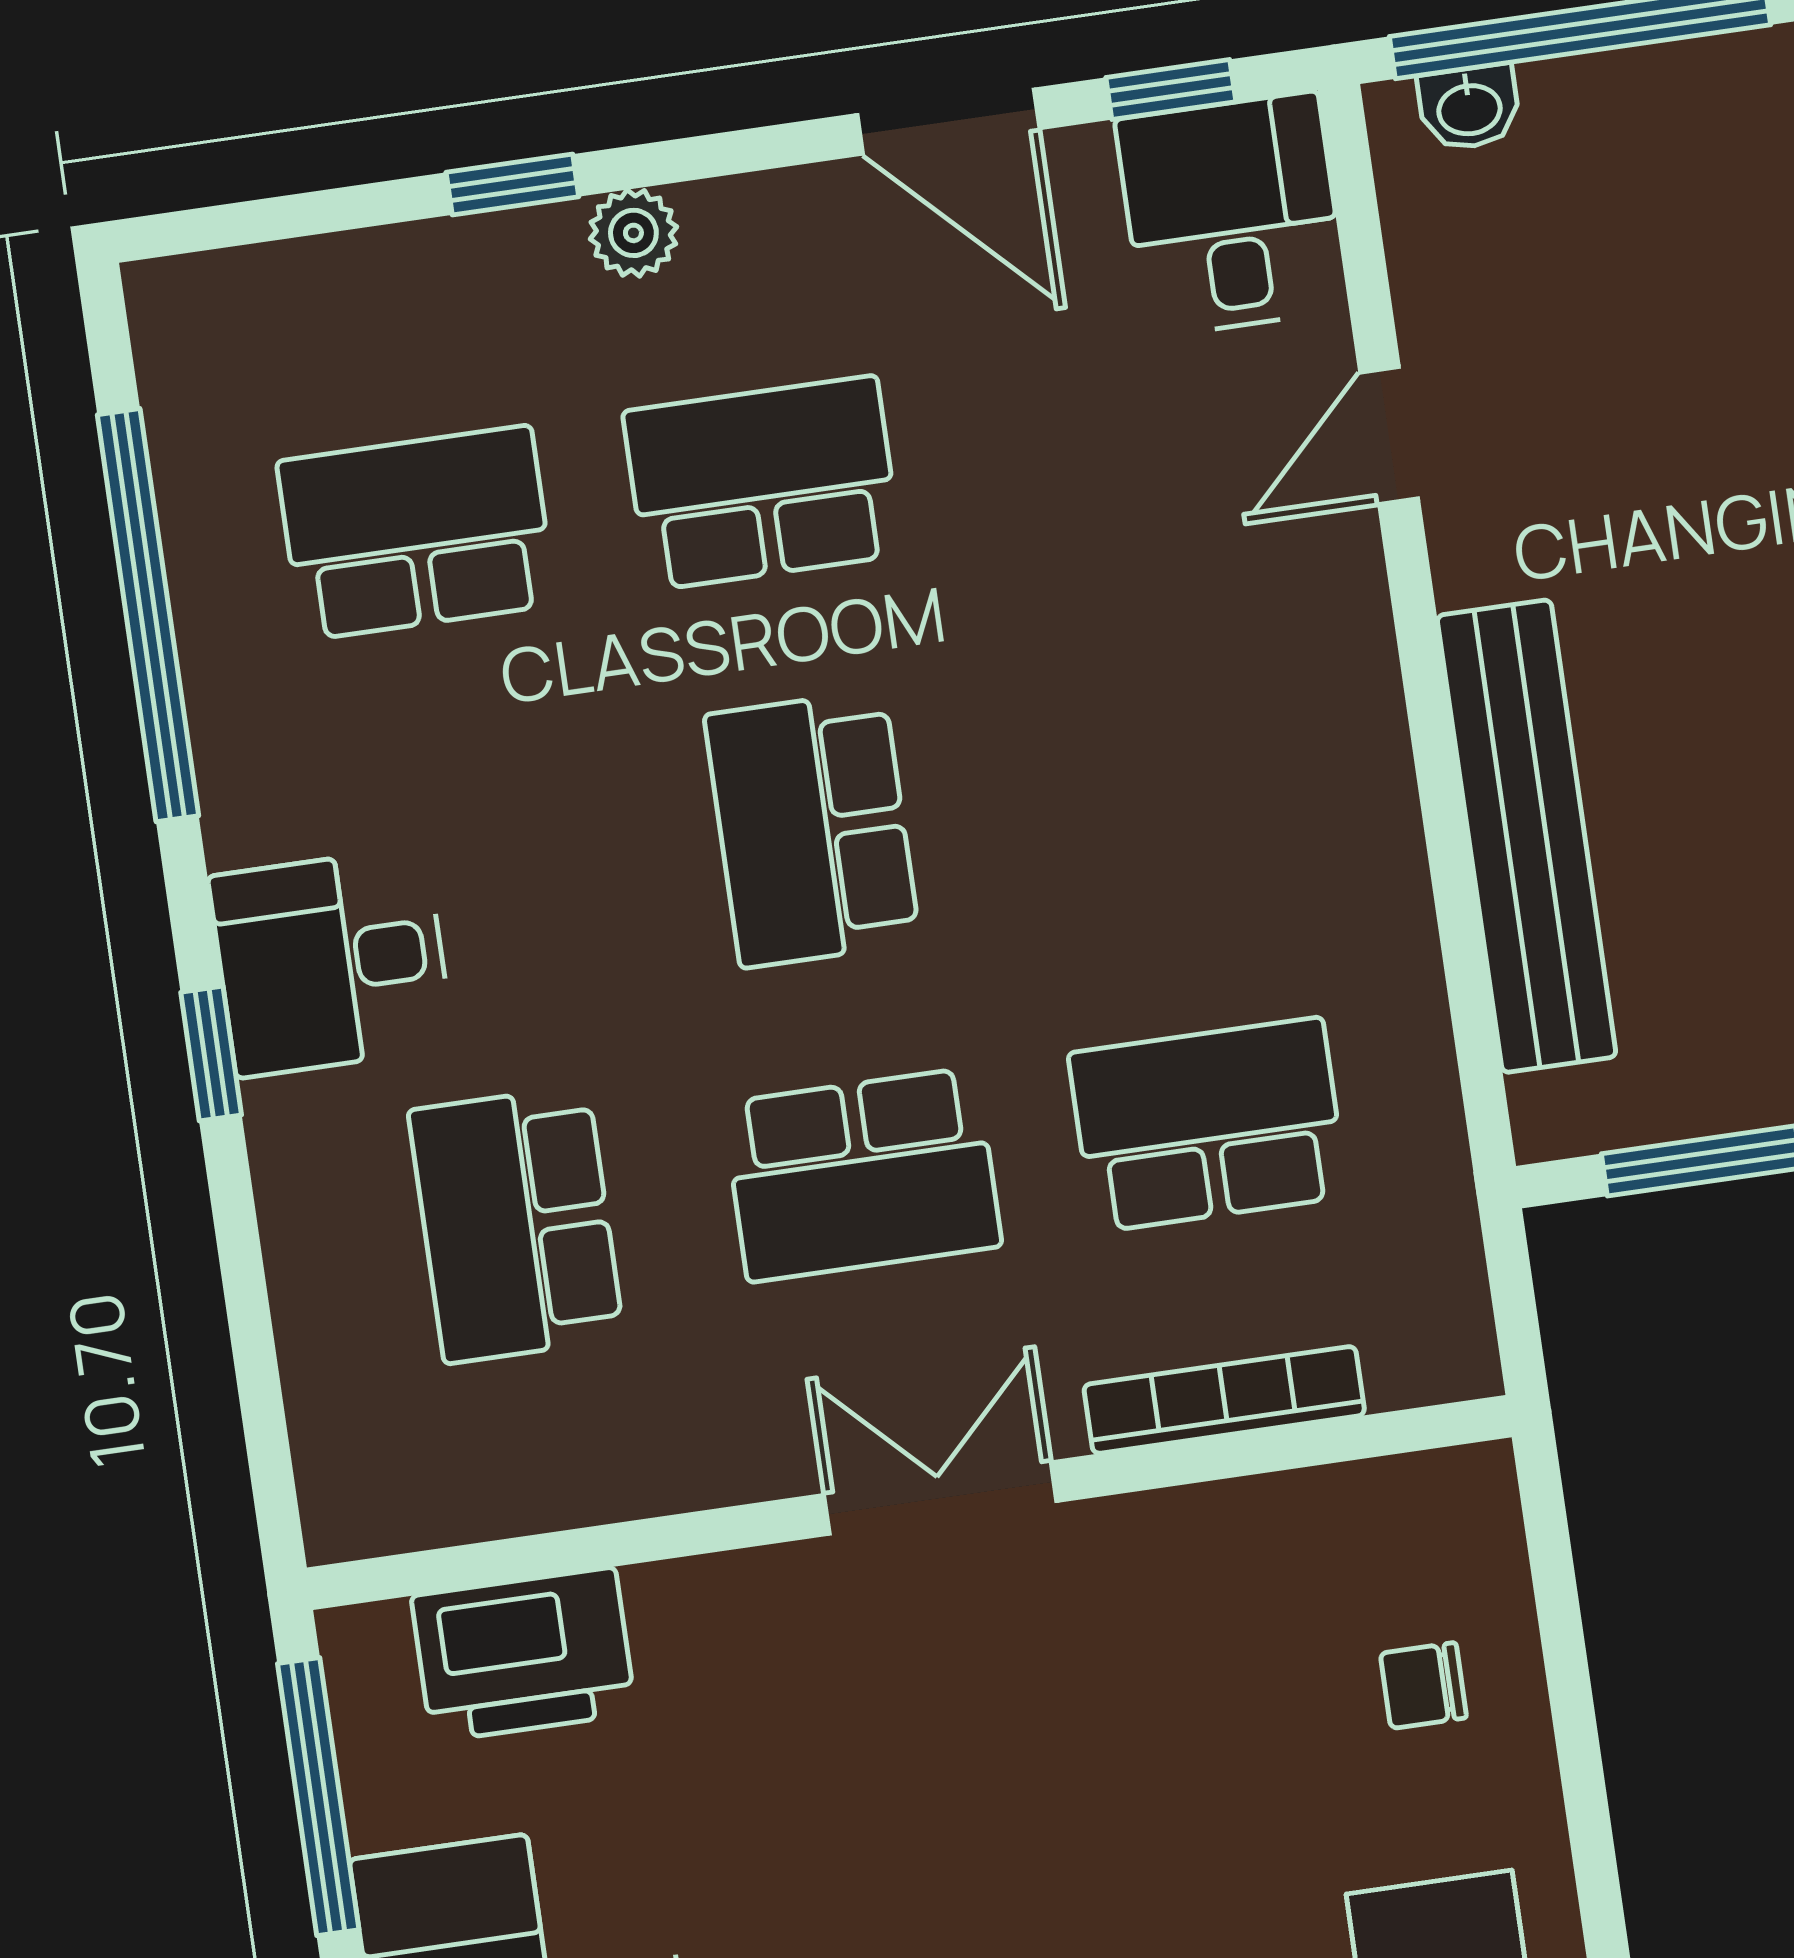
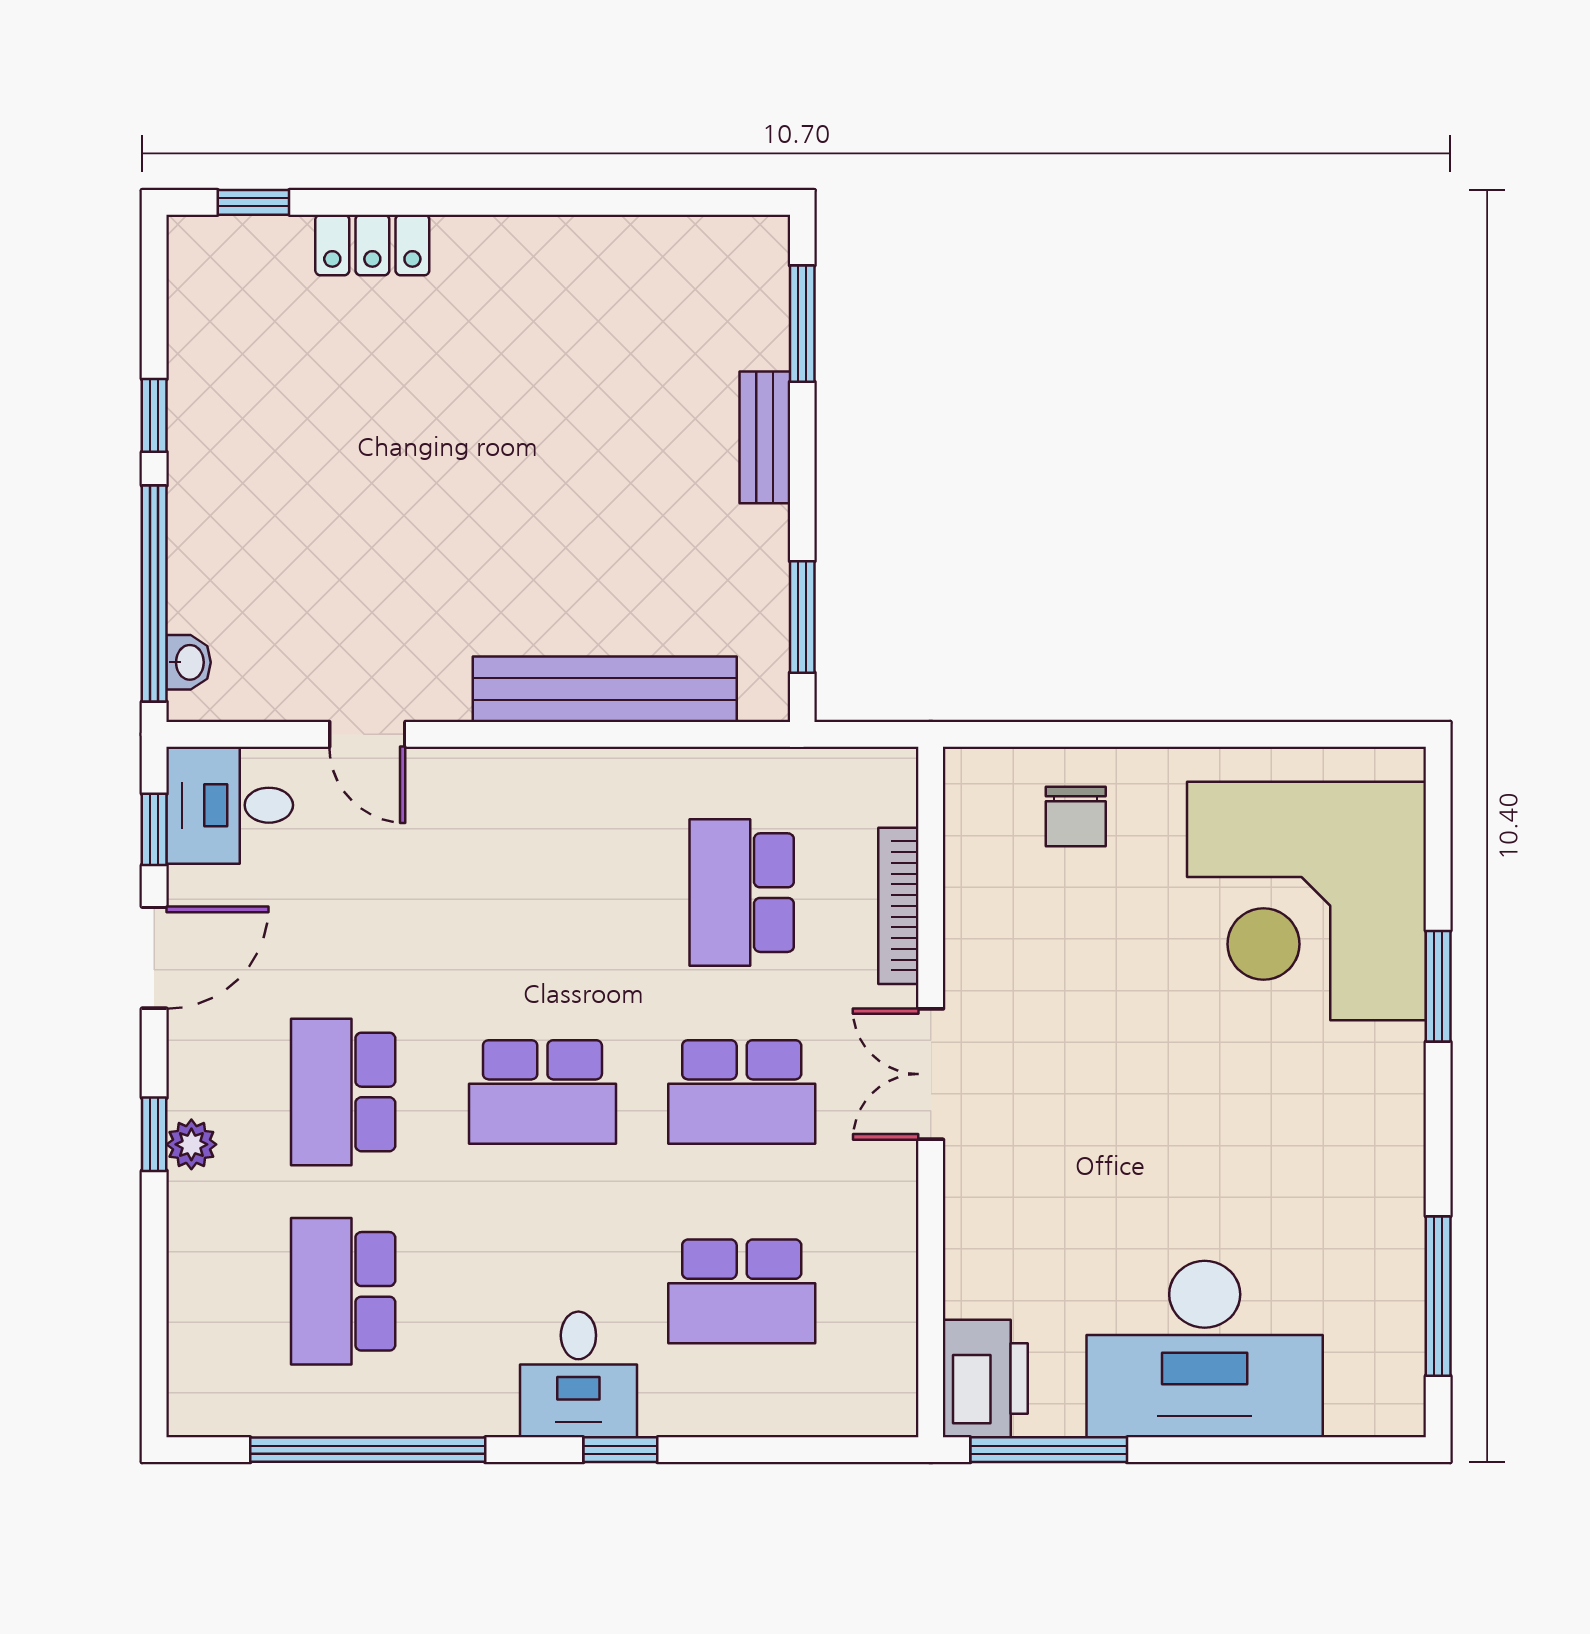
window: (512, 184) -> (154, 1134), moved
school desk: (862, 1175) -> (742, 1092), turned 90
printer: (524, 1655) -> (985, 1379), moved
chair: (1423, 1685) -> (1076, 817), width x1.37, depth x1.37

